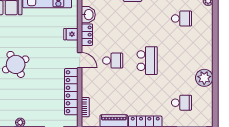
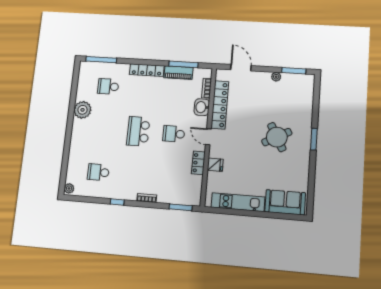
washbasin: (88, 15) -> (202, 107), moved

